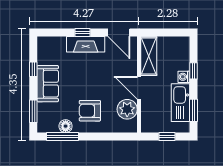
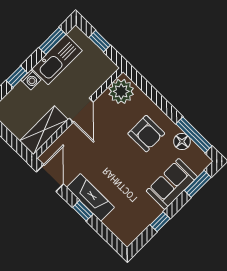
sofa: (48, 84) -> (172, 184), moved
plant: (127, 109) -> (121, 91), moved

